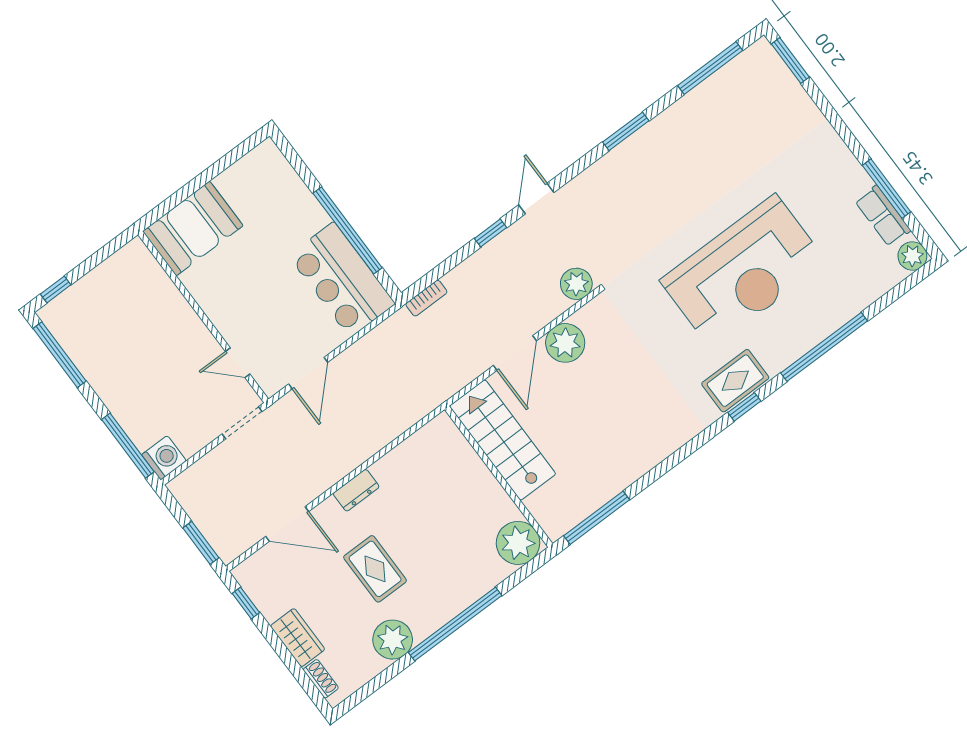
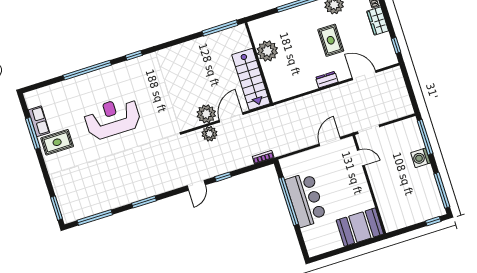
plant: (912, 256) -> (32, 98), removed
reception desk: (743, 271) -> (112, 118), width x0.74, depth x0.77
bar counter: (342, 280) -> (306, 200), moved
plant: (576, 284) -> (209, 134), moved
rug: (735, 381) -> (57, 142), moved
washing machine: (164, 458) -> (421, 158), moved
window: (201, 543) -> (407, 80), removed
plant: (518, 543) -> (267, 51), moved

